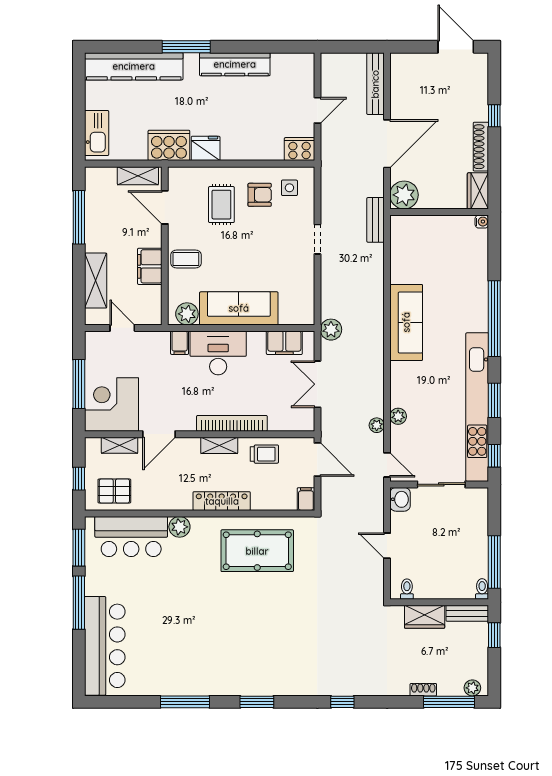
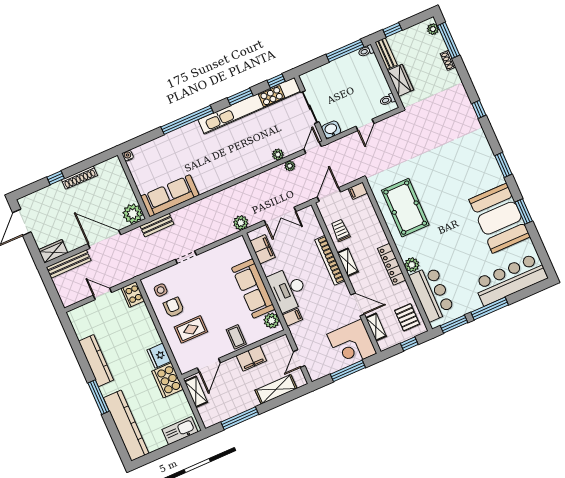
wardrobe: (478, 191) -> (53, 251), moved, turned 180
sofa: (406, 322) -> (170, 196), moved
locker: (222, 501) -> (392, 264), moved
booth: (190, 667) -> (500, 218), added
window: (185, 702) -> (524, 211), width x0.69

